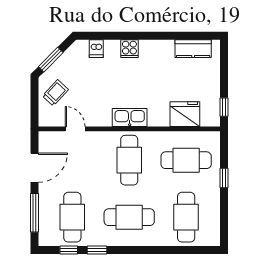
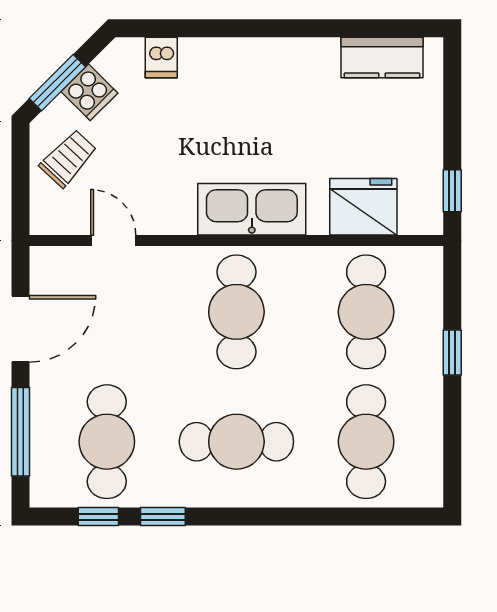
cooker: (129, 49) -> (89, 92), moved, turned -45
kitchen sink: (130, 117) -> (252, 209), width x1.36, depth x1.24
cafe table: (186, 160) -> (366, 312), turned 90

